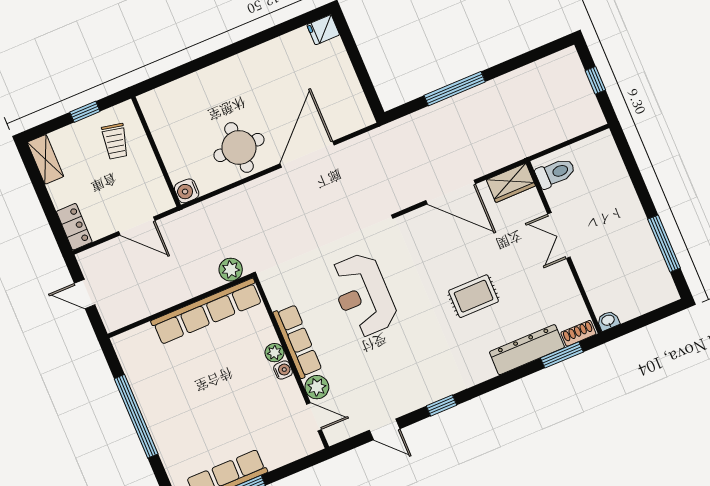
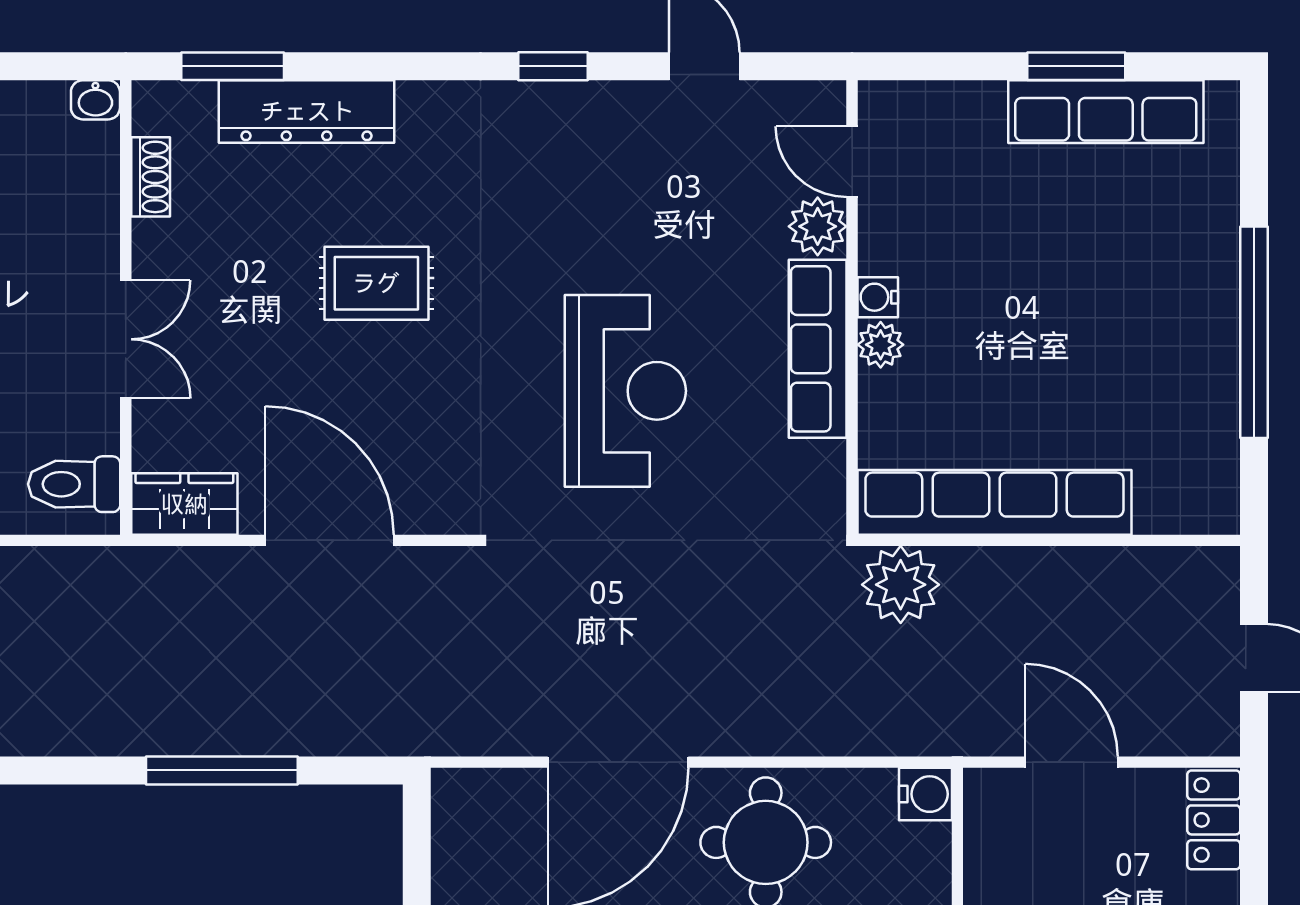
plant: (231, 270) -> (901, 585), width x1.36, depth x1.36
shoe rack: (578, 333) -> (151, 177), moved, turned -90

